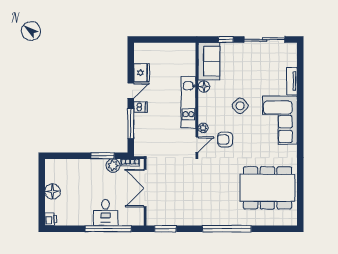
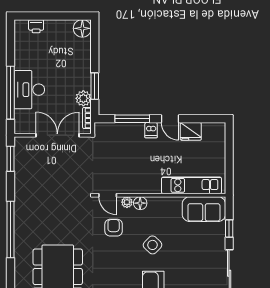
floor lamp: (204, 87) -> (140, 203), moved
kitchen unit: (188, 102) -> (192, 185), moved
floor lamp: (53, 191) -> (82, 28), moved
desk: (106, 212) -> (29, 90), width x1.37
printer: (51, 219) -> (36, 26), moved

